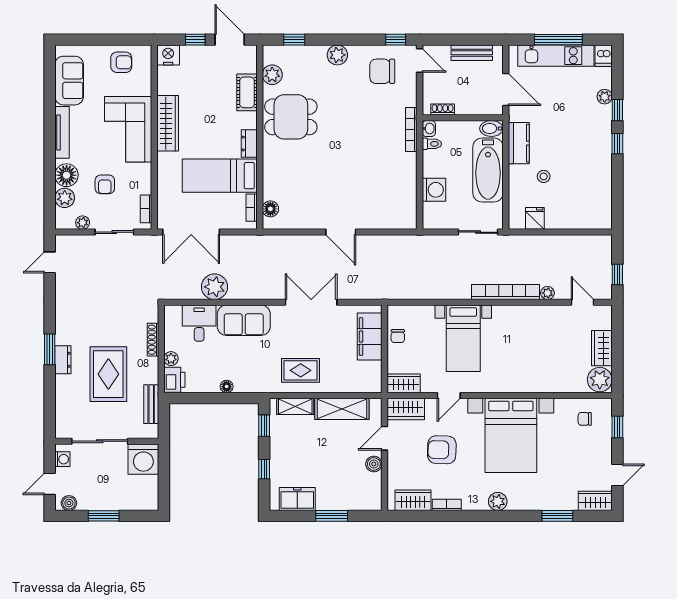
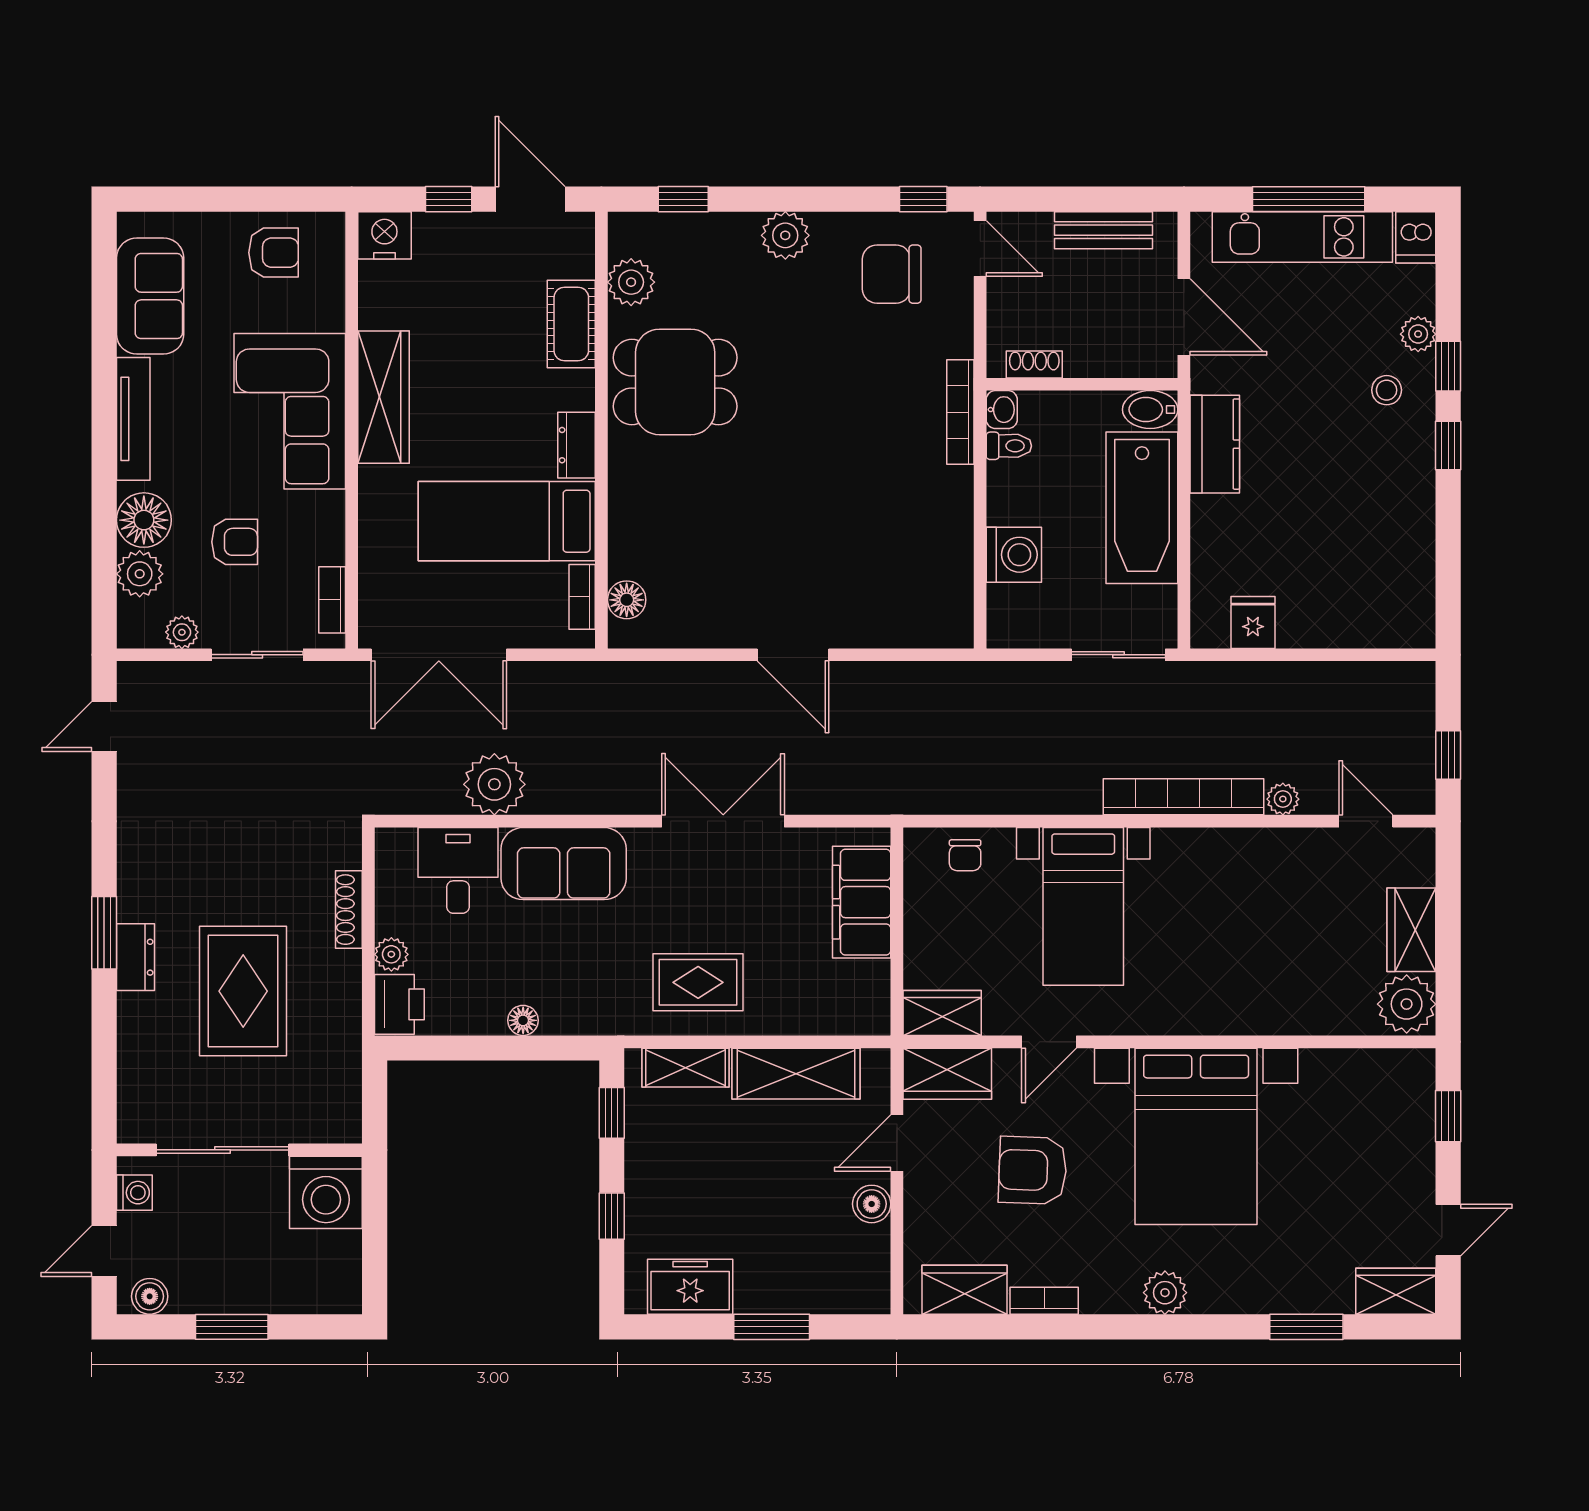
stool: (544, 176) -> (1387, 390), moved
armchair: (105, 184) -> (235, 542), turned -90
chair: (398, 336) -> (965, 855), moved
bench: (151, 404) -> (344, 1062), removed
chair: (585, 419) -> (1371, 1097), removed

